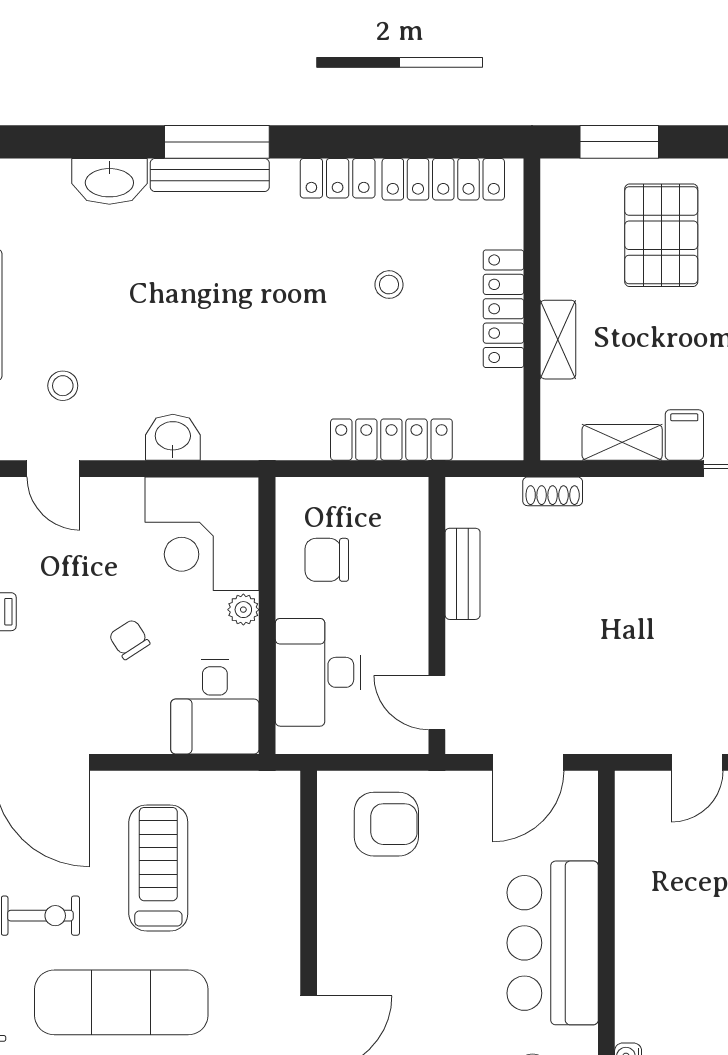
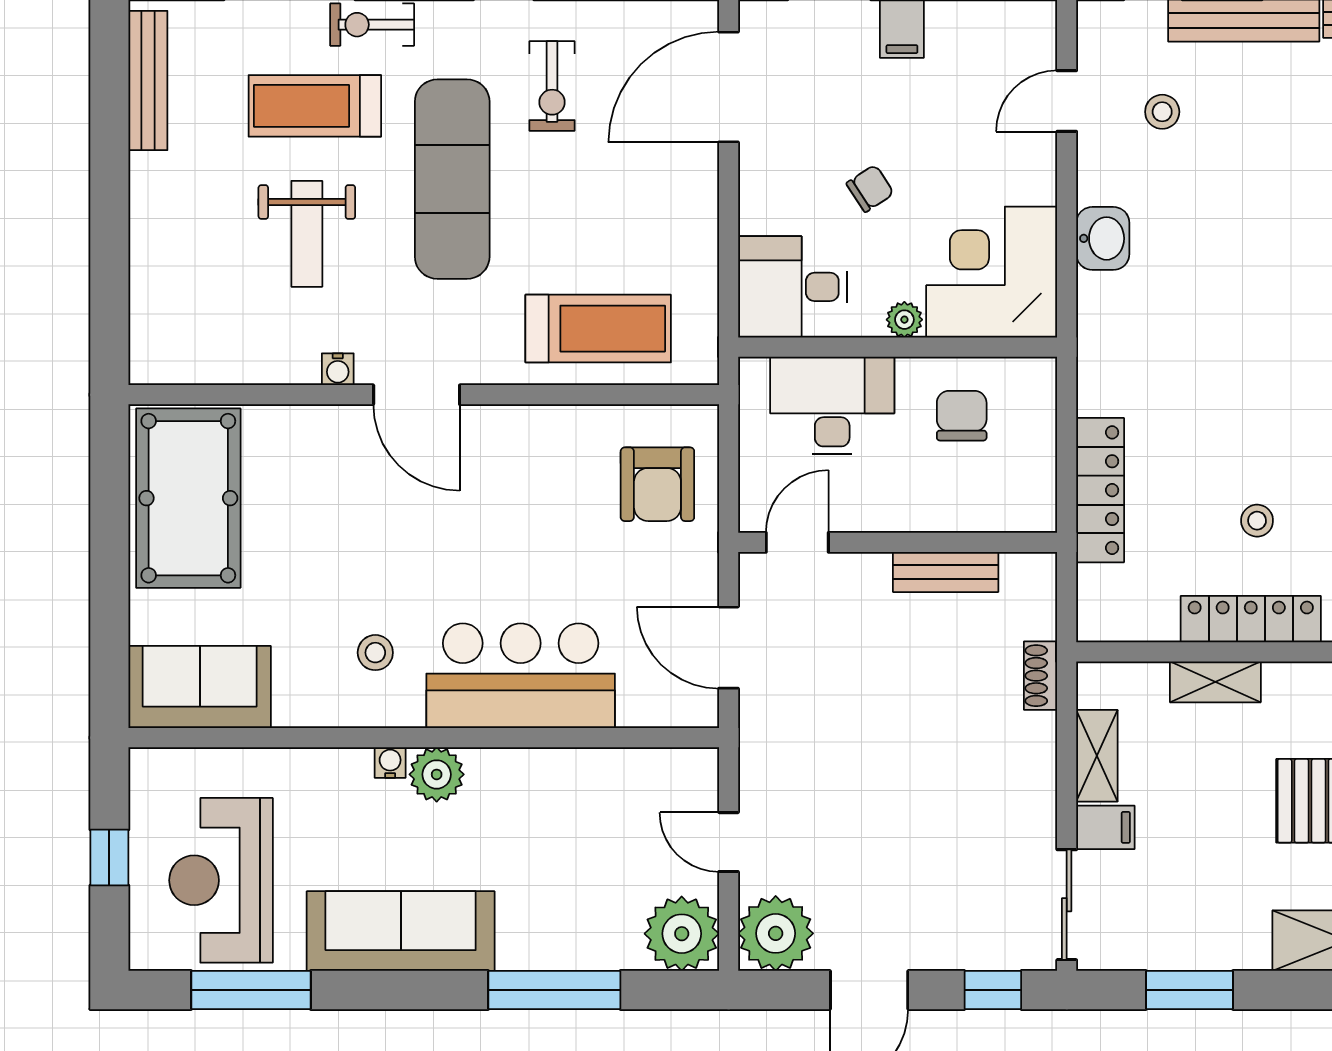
stool: (389, 285) -> (1257, 521), moved
treadmill: (158, 868) -> (598, 329), moved
plant: (638, 1016) -> (437, 774), added

